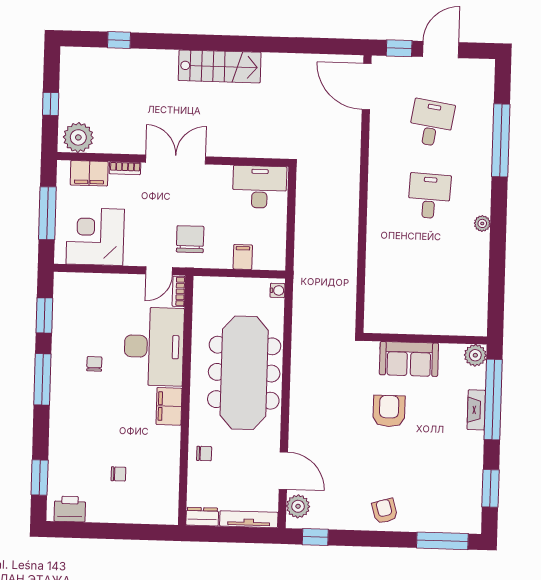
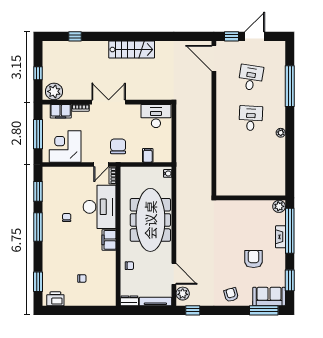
sofa: (409, 359) -> (269, 297), moved, turned 180
armchair: (389, 411) -> (254, 259), moved

